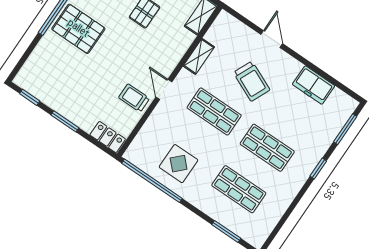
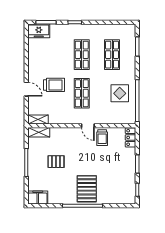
door: (272, 39) -> (26, 89), swing flipped
shelving: (199, 56) -> (38, 120), moved
trolley: (252, 81) -> (54, 85), turned 66
freezer: (314, 85) -> (39, 31), moved, turned 90
door: (164, 89) -> (88, 126), hinge flipped

